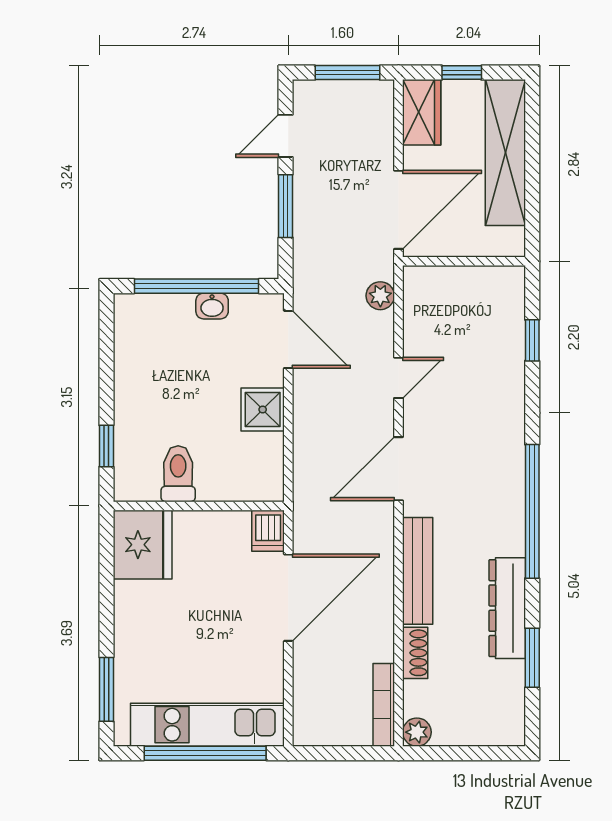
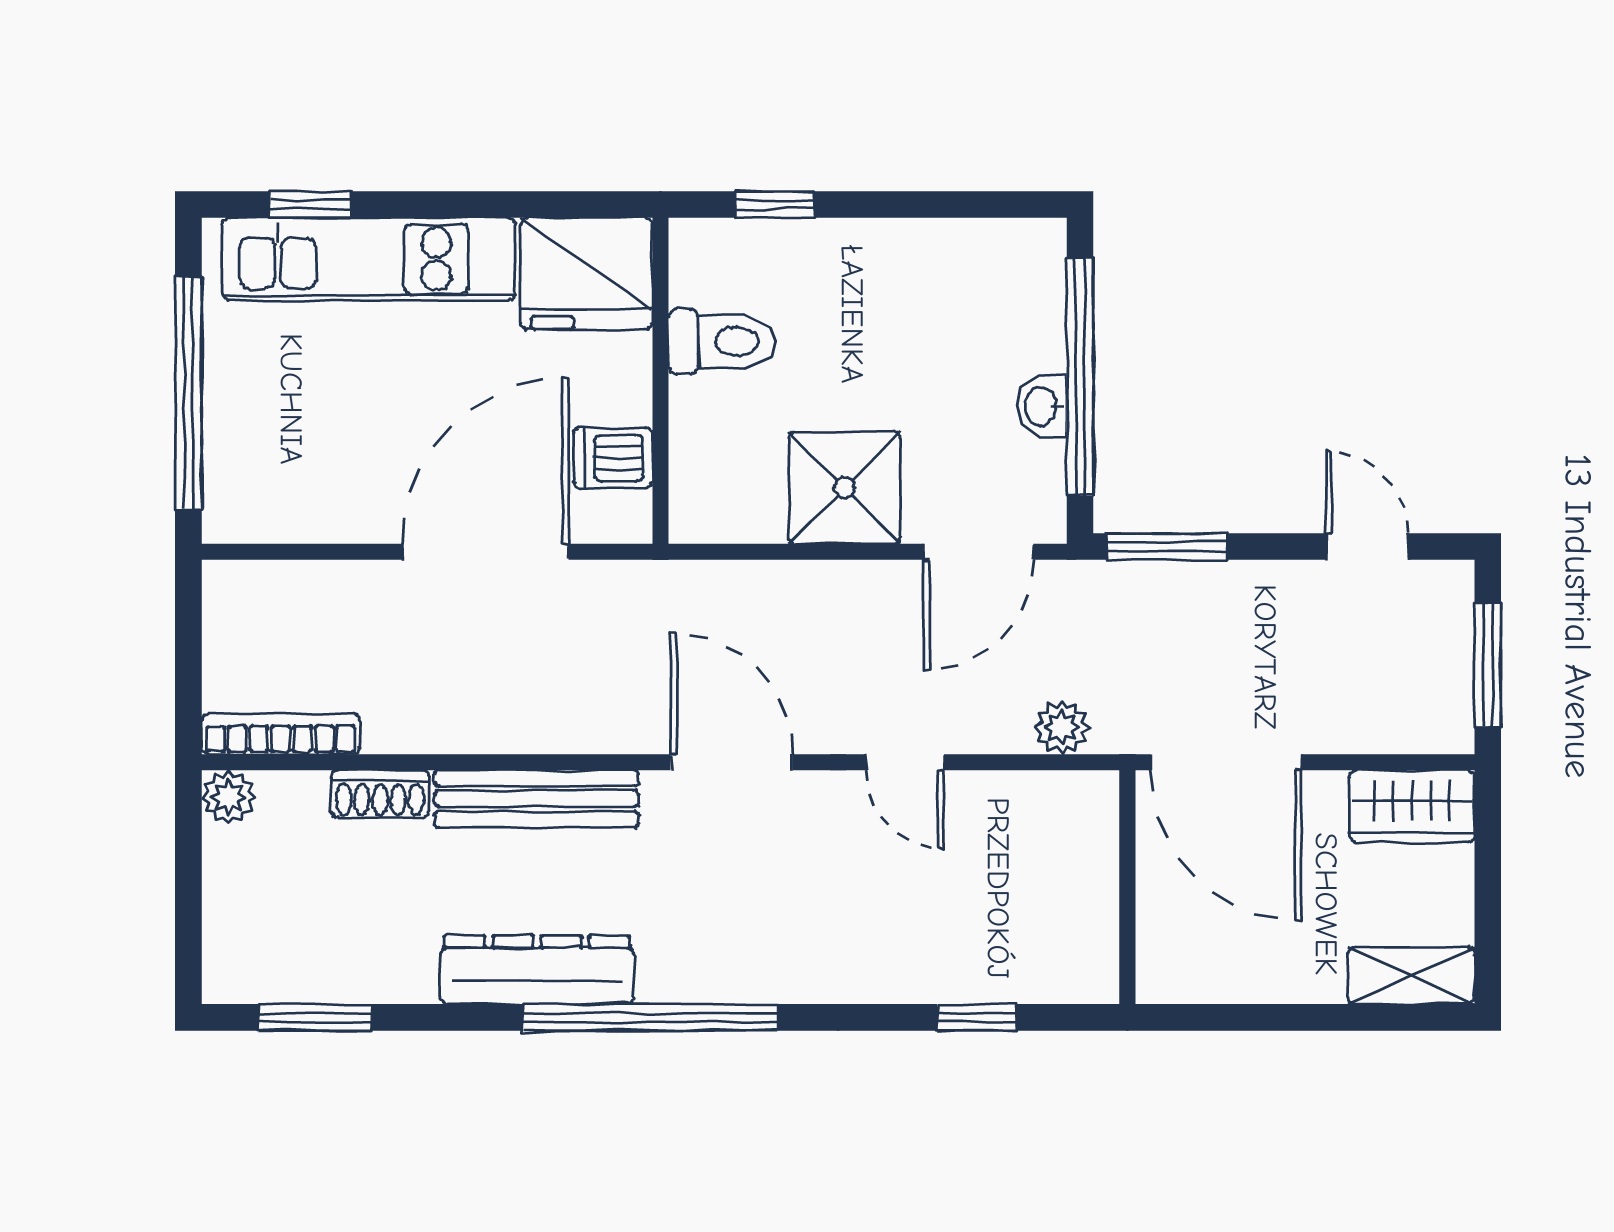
window: (462, 73) -> (1488, 883), removed
shelving: (505, 153) -> (1411, 976), width x0.45, depth x0.75
window: (286, 206) -> (1167, 547), moved
shower: (263, 410) -> (845, 488), width x1.36, depth x1.36
dishwasher: (268, 531) -> (613, 458), moved
door: (288, 598) -> (485, 552), swing flipped
dresser: (507, 608) -> (537, 970), moved
window: (532, 658) -> (315, 1017), moved
window: (106, 689) -> (310, 205), width x0.67
kitchen unit: (207, 725) -> (369, 259), moved, turned 90

